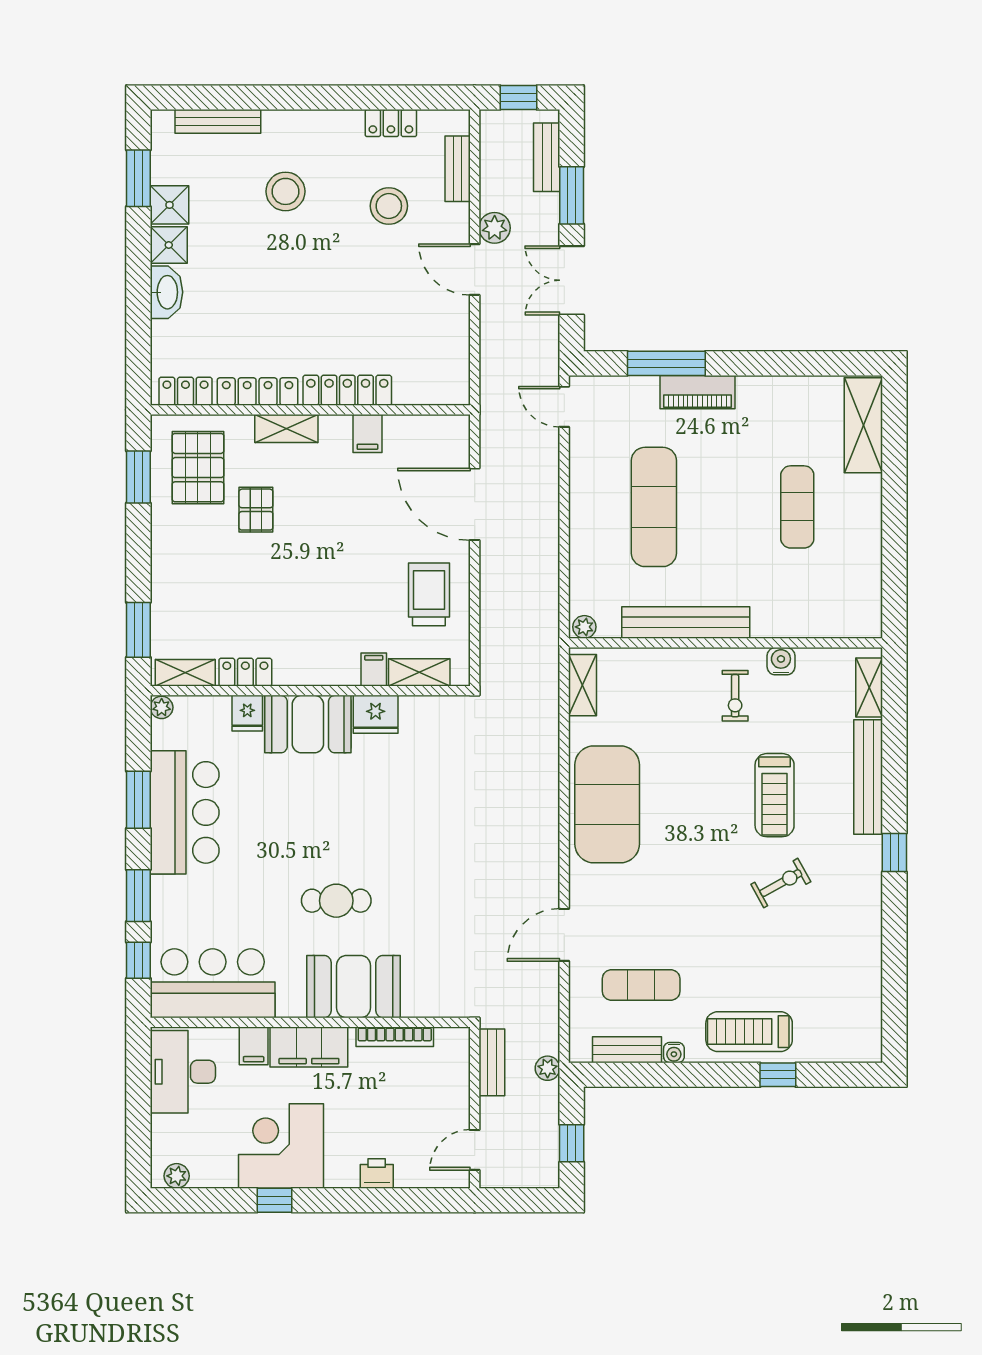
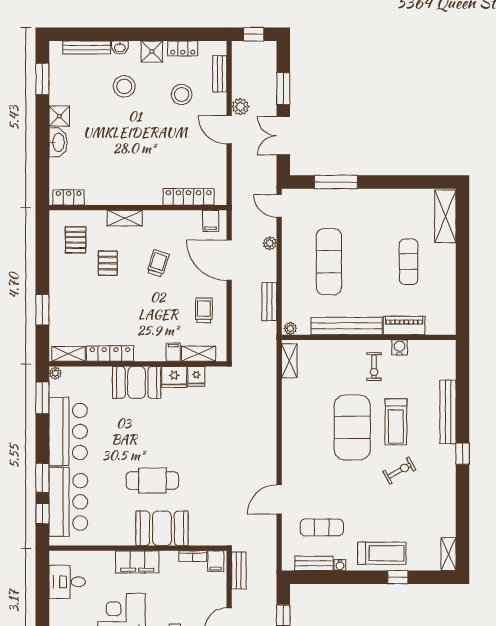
washbasin: (278, 121) -> (120, 47), added
bench: (547, 157) -> (269, 302), moved
shower: (170, 205) -> (152, 52), moved
locker: (347, 390) -> (189, 197), moved
locker: (258, 391) -> (109, 198), removed
piano: (698, 392) -> (404, 326), moved, turned 180
filing cabinet: (367, 433) -> (211, 221), moved
pallet: (198, 468) -> (76, 240), width x0.67, depth x0.71
window: (138, 477) -> (42, 245), removed
trolley: (346, 510) -> (158, 263), added
trolley: (429, 594) -> (204, 310), width x0.73, depth x0.72
window: (138, 630) -> (42, 310), moved
locker: (245, 672) -> (110, 354), width x1.53
shelving: (869, 688) -> (449, 554), moved
fridge: (247, 713) -> (196, 376), moved
window: (138, 800) -> (42, 398), moved
exercise mat: (607, 804) -> (352, 428), moved
cafe table: (336, 901) -> (152, 481), width x1.37, depth x1.35
bar counter: (213, 983) -> (68, 502), moved, turned 90
treadmill: (749, 1032) -> (382, 553), turned 180
bookcase: (395, 1037) -> (193, 556), width x0.64
filing cabinet: (254, 1046) -> (216, 561), moved
plant: (548, 1068) -> (270, 243), moved
desk: (183, 1072) -> (67, 582), width x0.73

